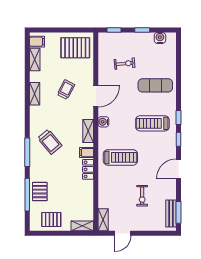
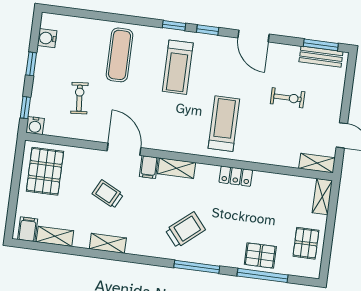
water cooler: (103, 122) -> (35, 126), moved
filing cabinet: (87, 153) -> (149, 167), moved

